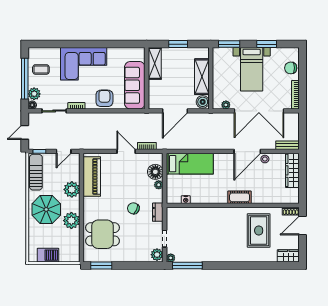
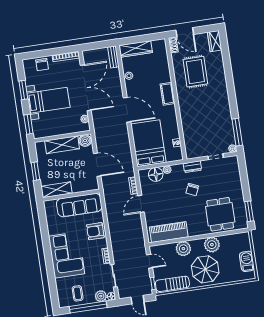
door: (247, 151) -> (127, 110), moved
bed: (190, 164) -> (148, 143), width x1.50
rug: (259, 231) -> (195, 72), turned 90
plant: (157, 255) -> (231, 162), removed

